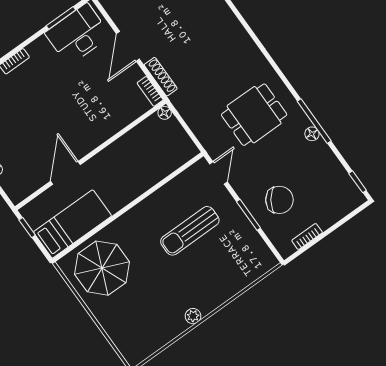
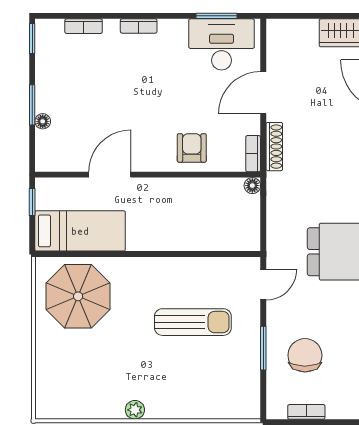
armchair: (107, 117) -> (192, 148), added
chair: (279, 200) -> (305, 355), turned -125
sun lounger: (190, 231) -> (193, 322), turned 180

